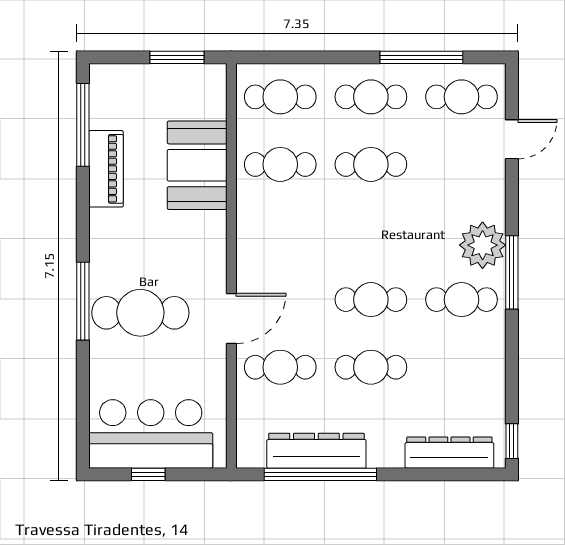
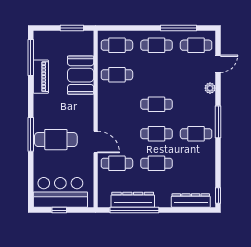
cafe table: (371, 164) -> (156, 104), moved
plant: (483, 245) -> (210, 88), moved, width x0.53, depth x0.53
door: (231, 318) -> (96, 142), hinge flipped

